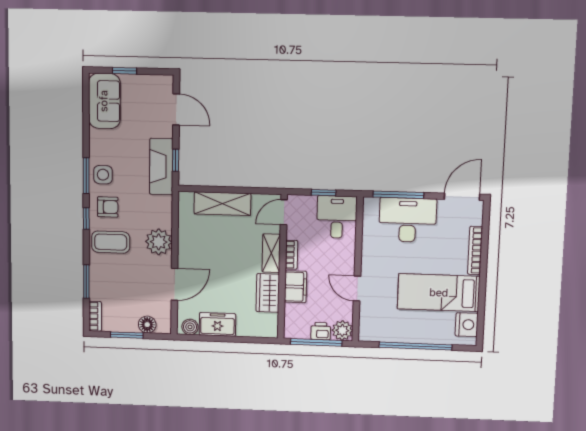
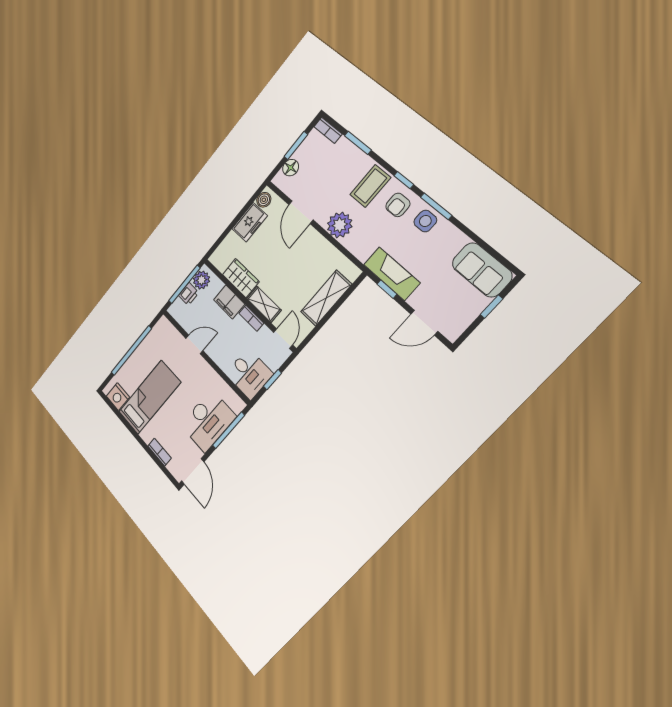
bookcase: (475, 250) -> (159, 452), width x0.64
plant: (342, 330) -> (201, 280), moved

